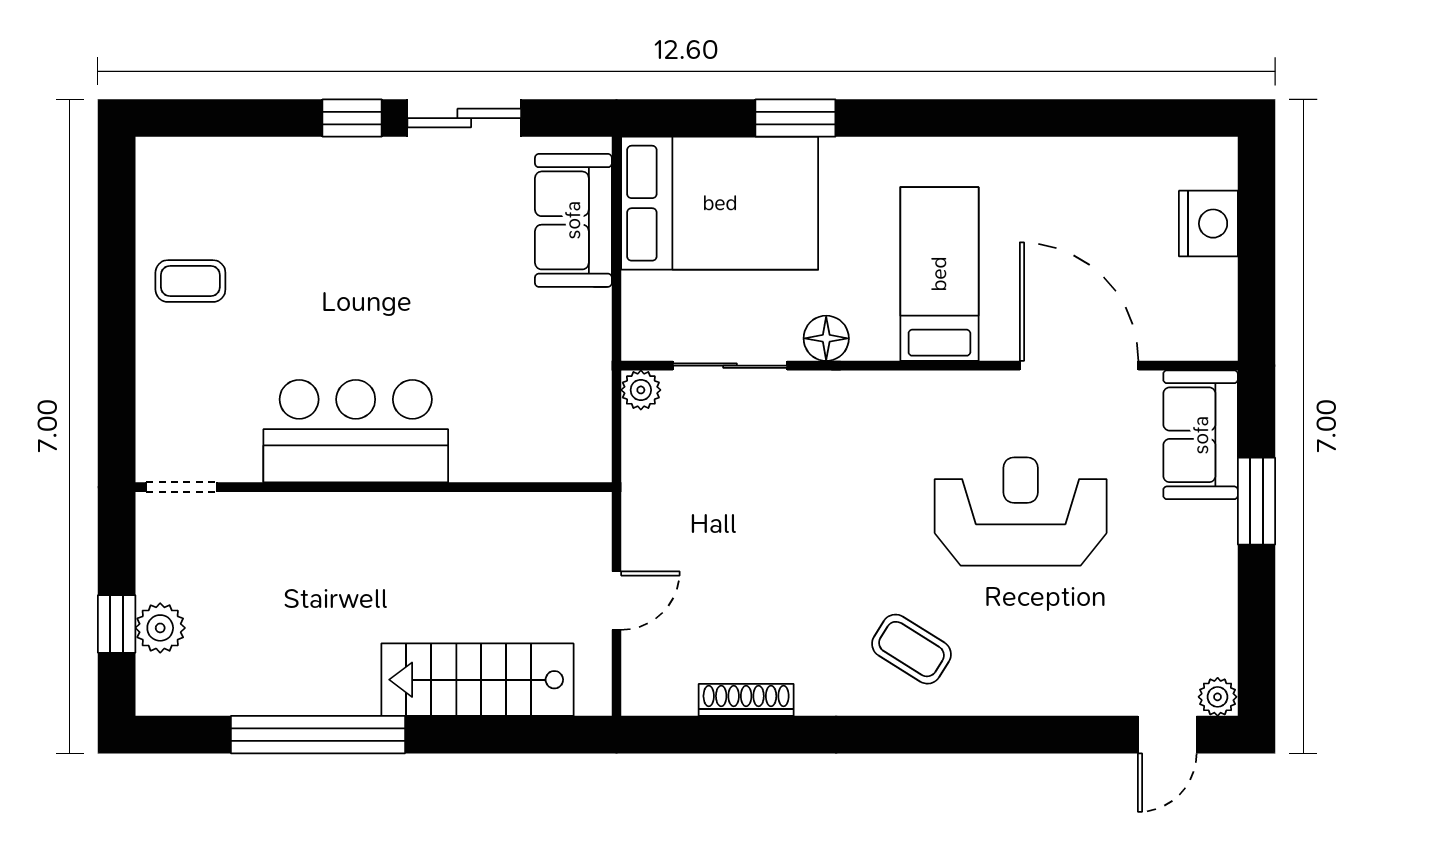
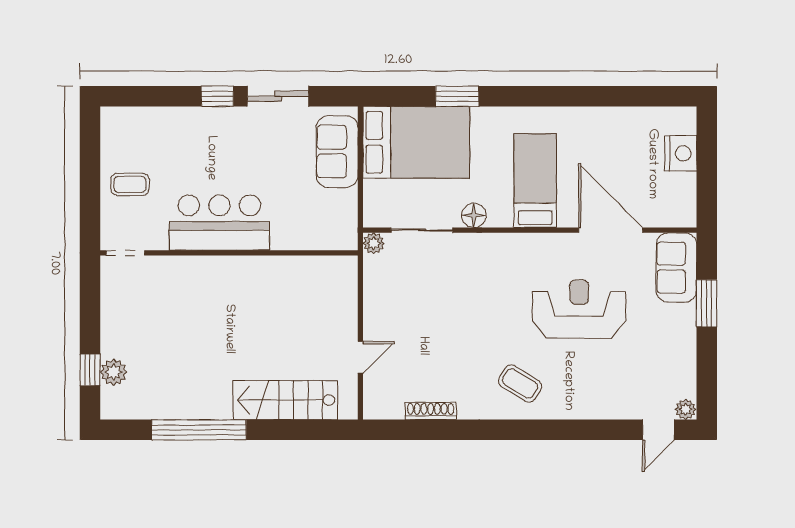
bar counter: (356, 431) -> (219, 223), moved
doorway: (182, 487) -> (125, 253), moved
wall: (374, 487) -> (229, 253), moved

